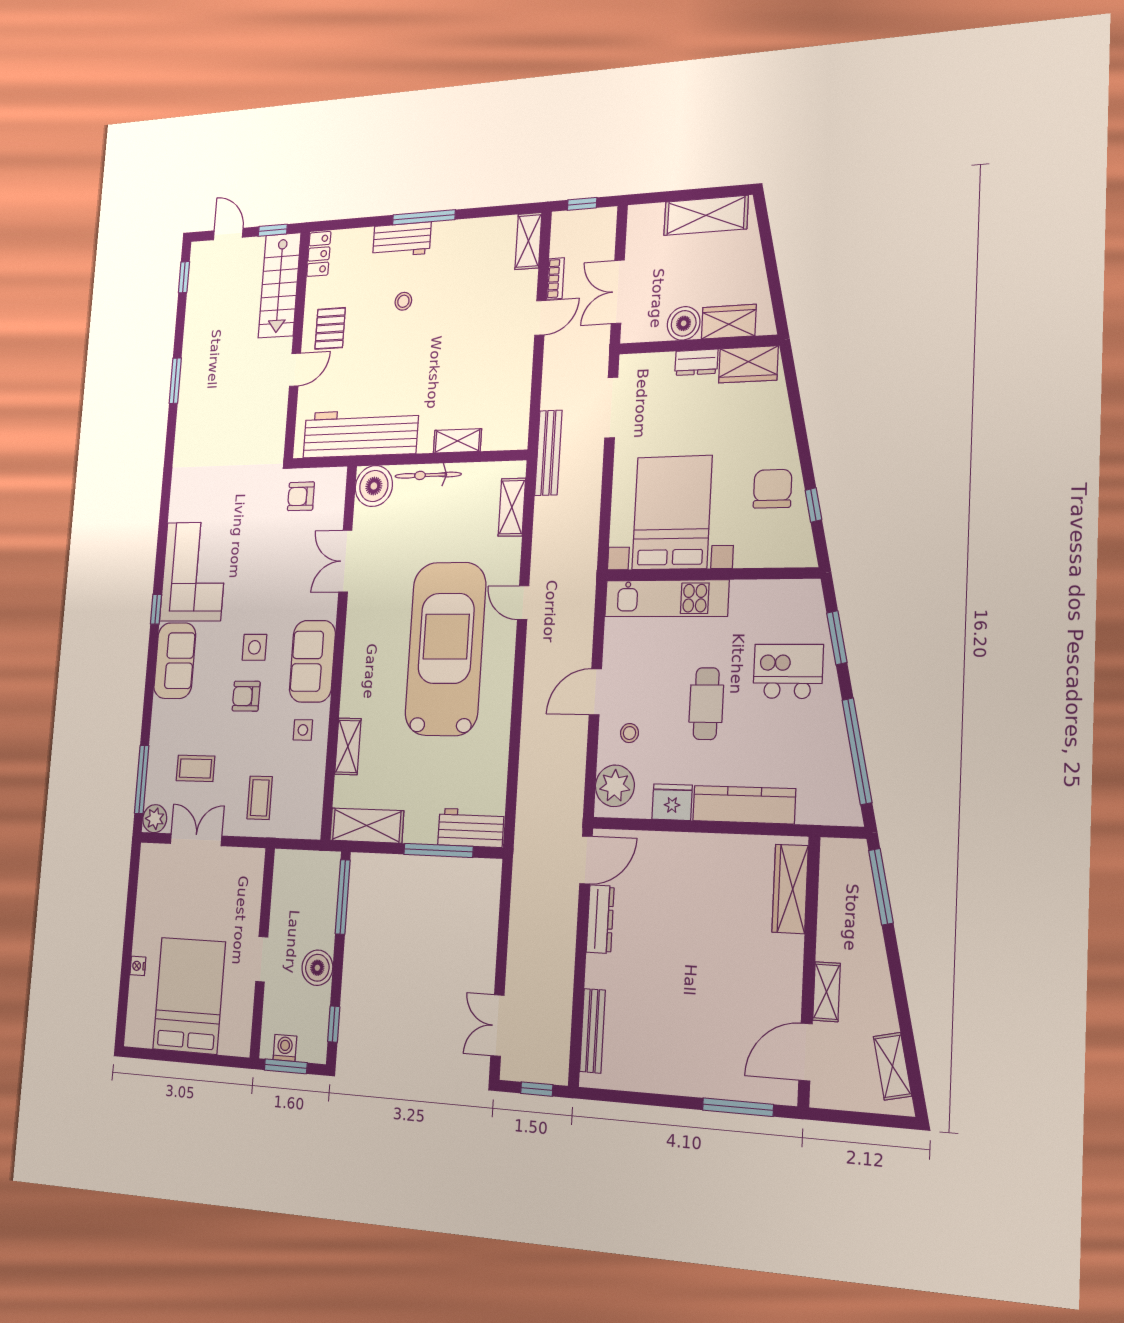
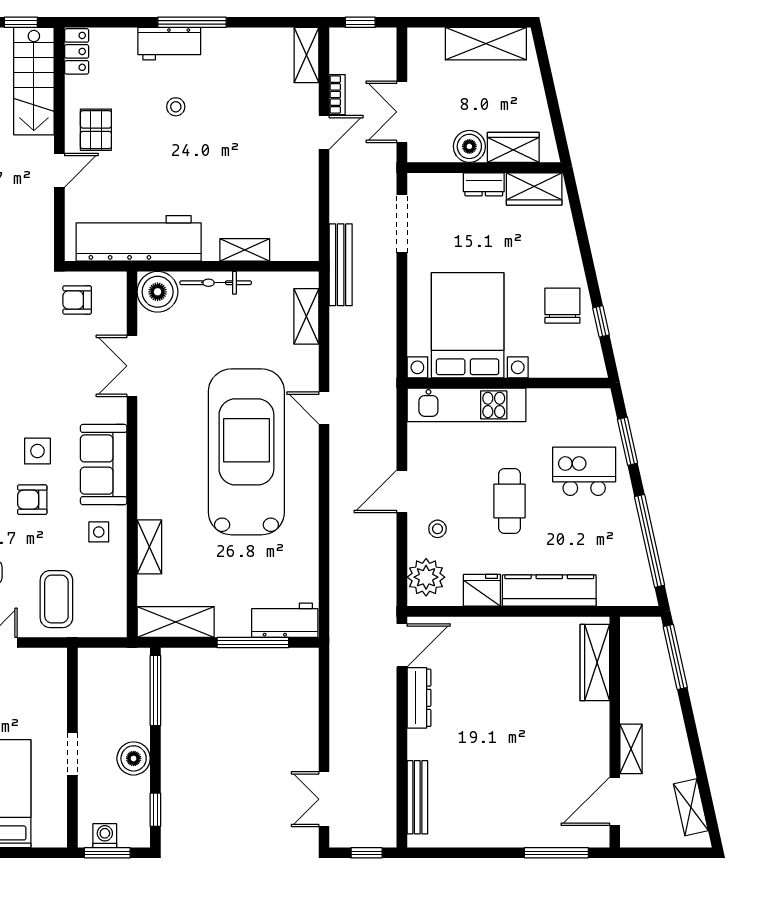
coffee table: (260, 798) -> (56, 599), width x1.36, depth x1.30

